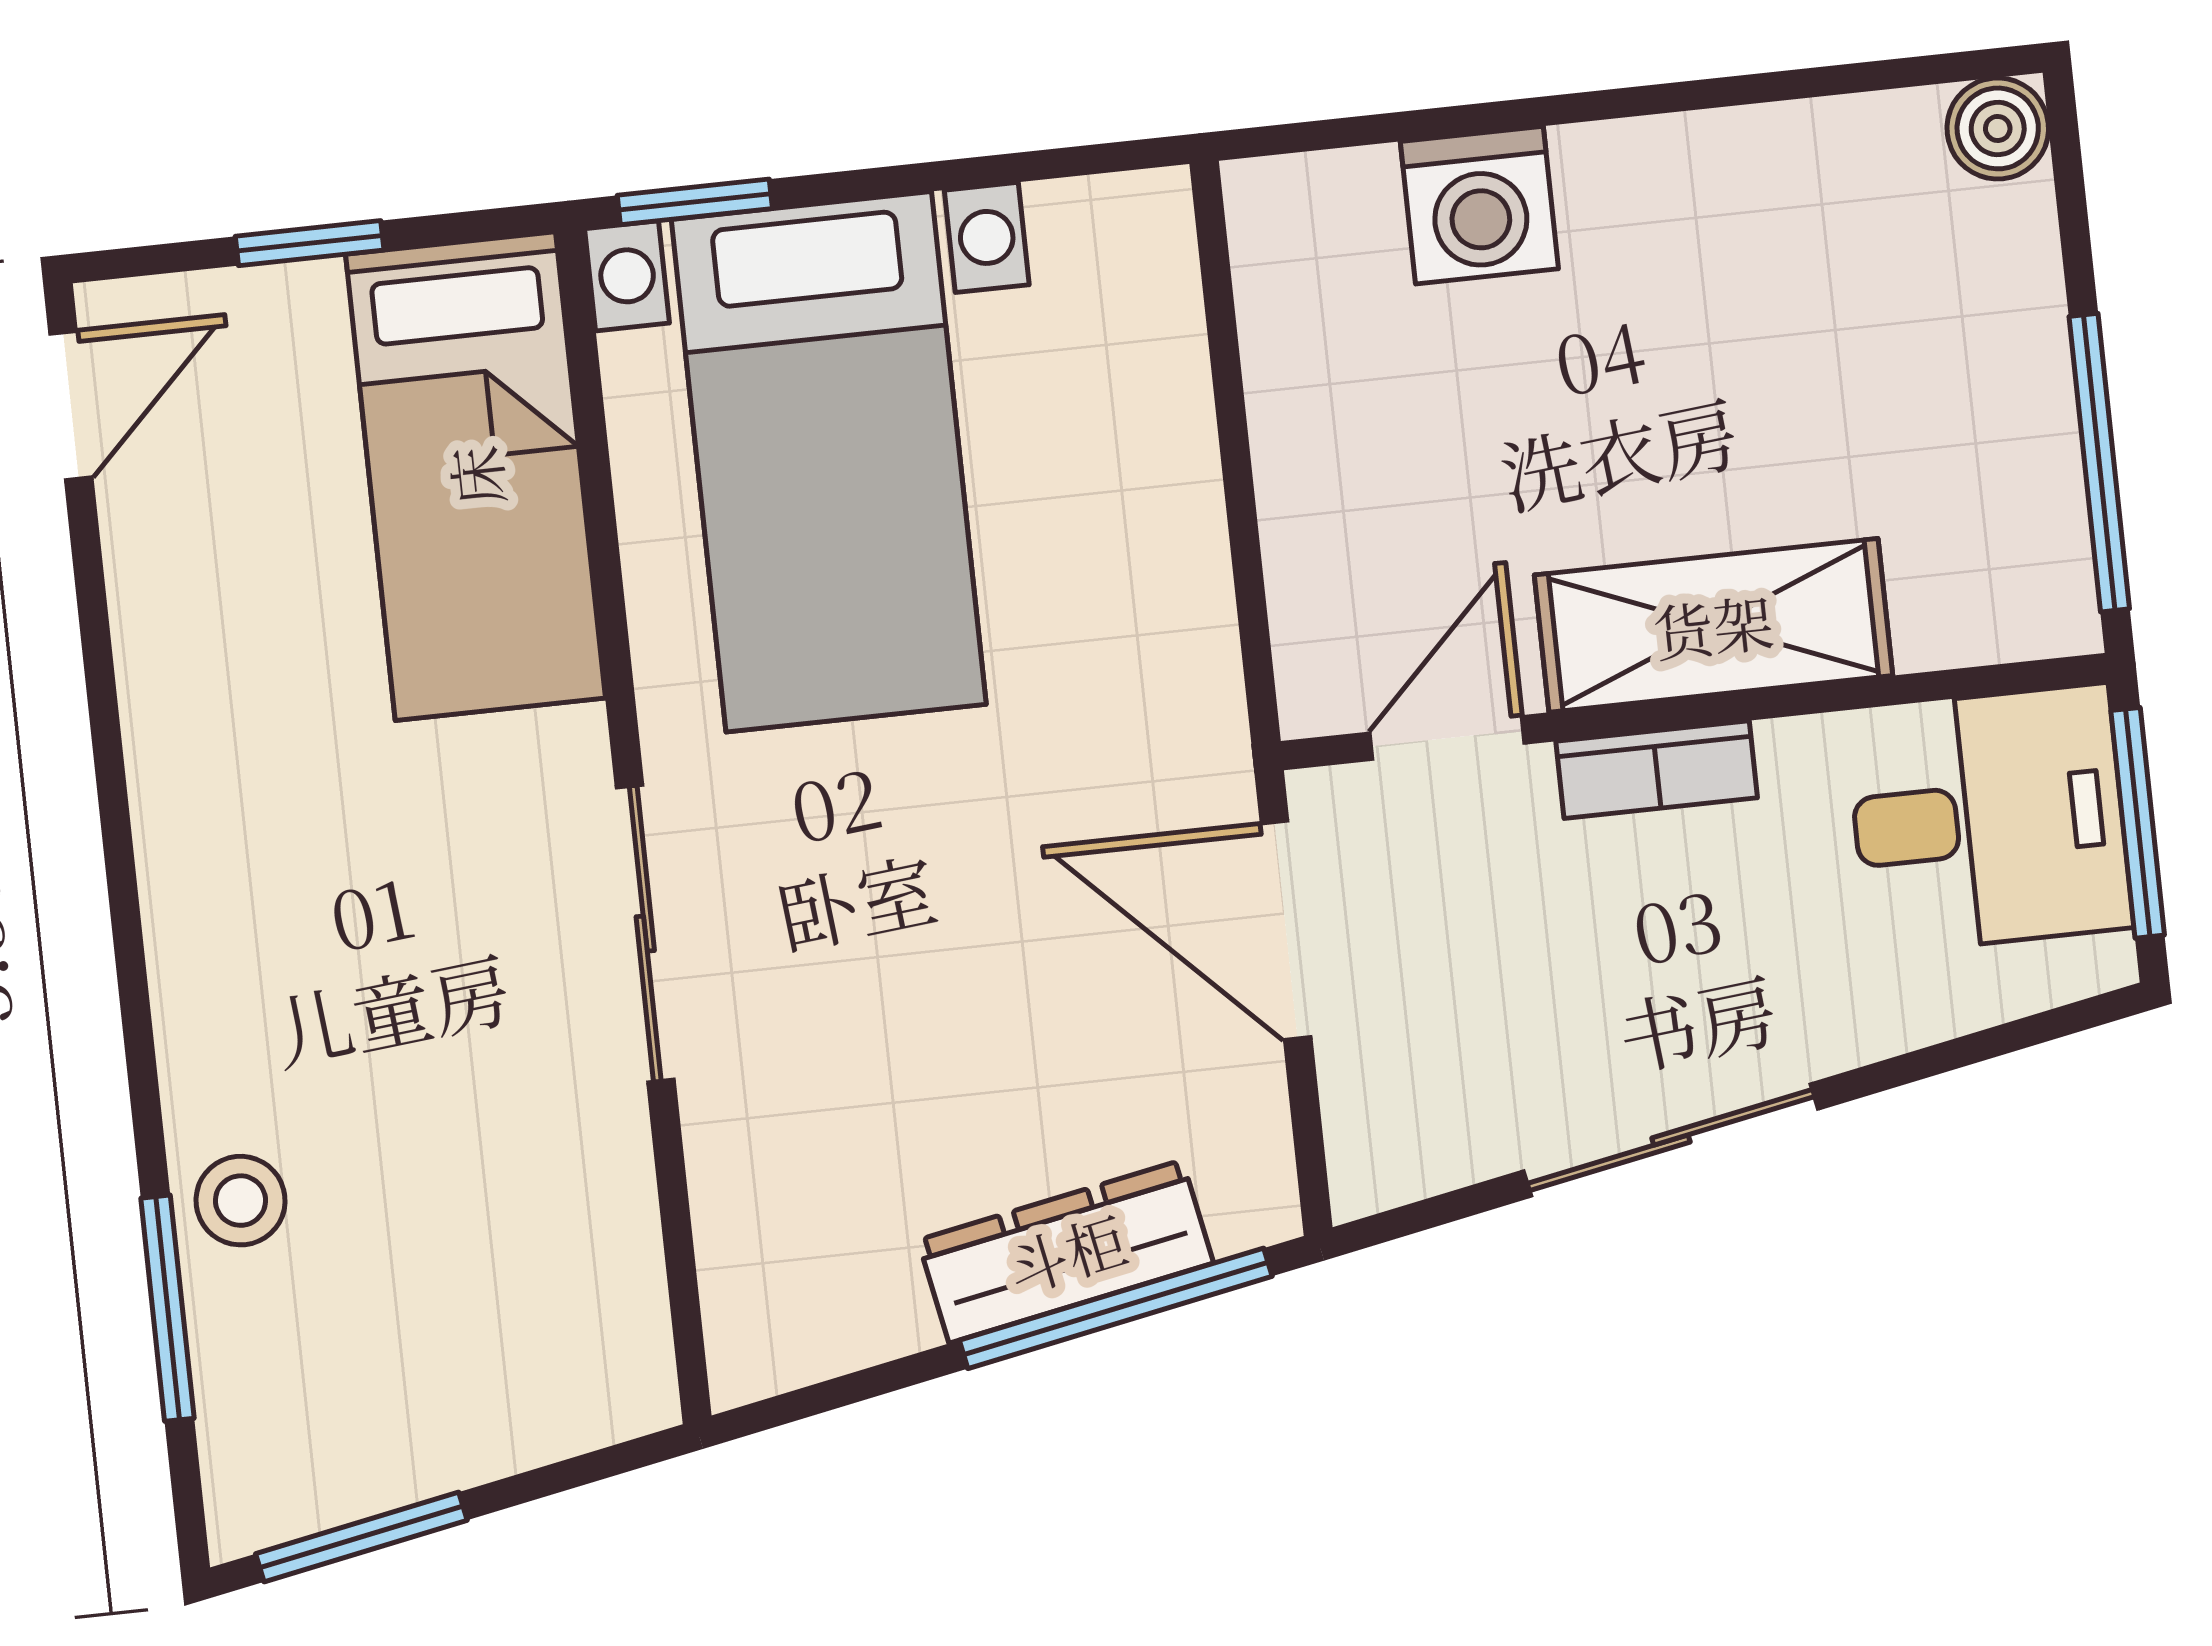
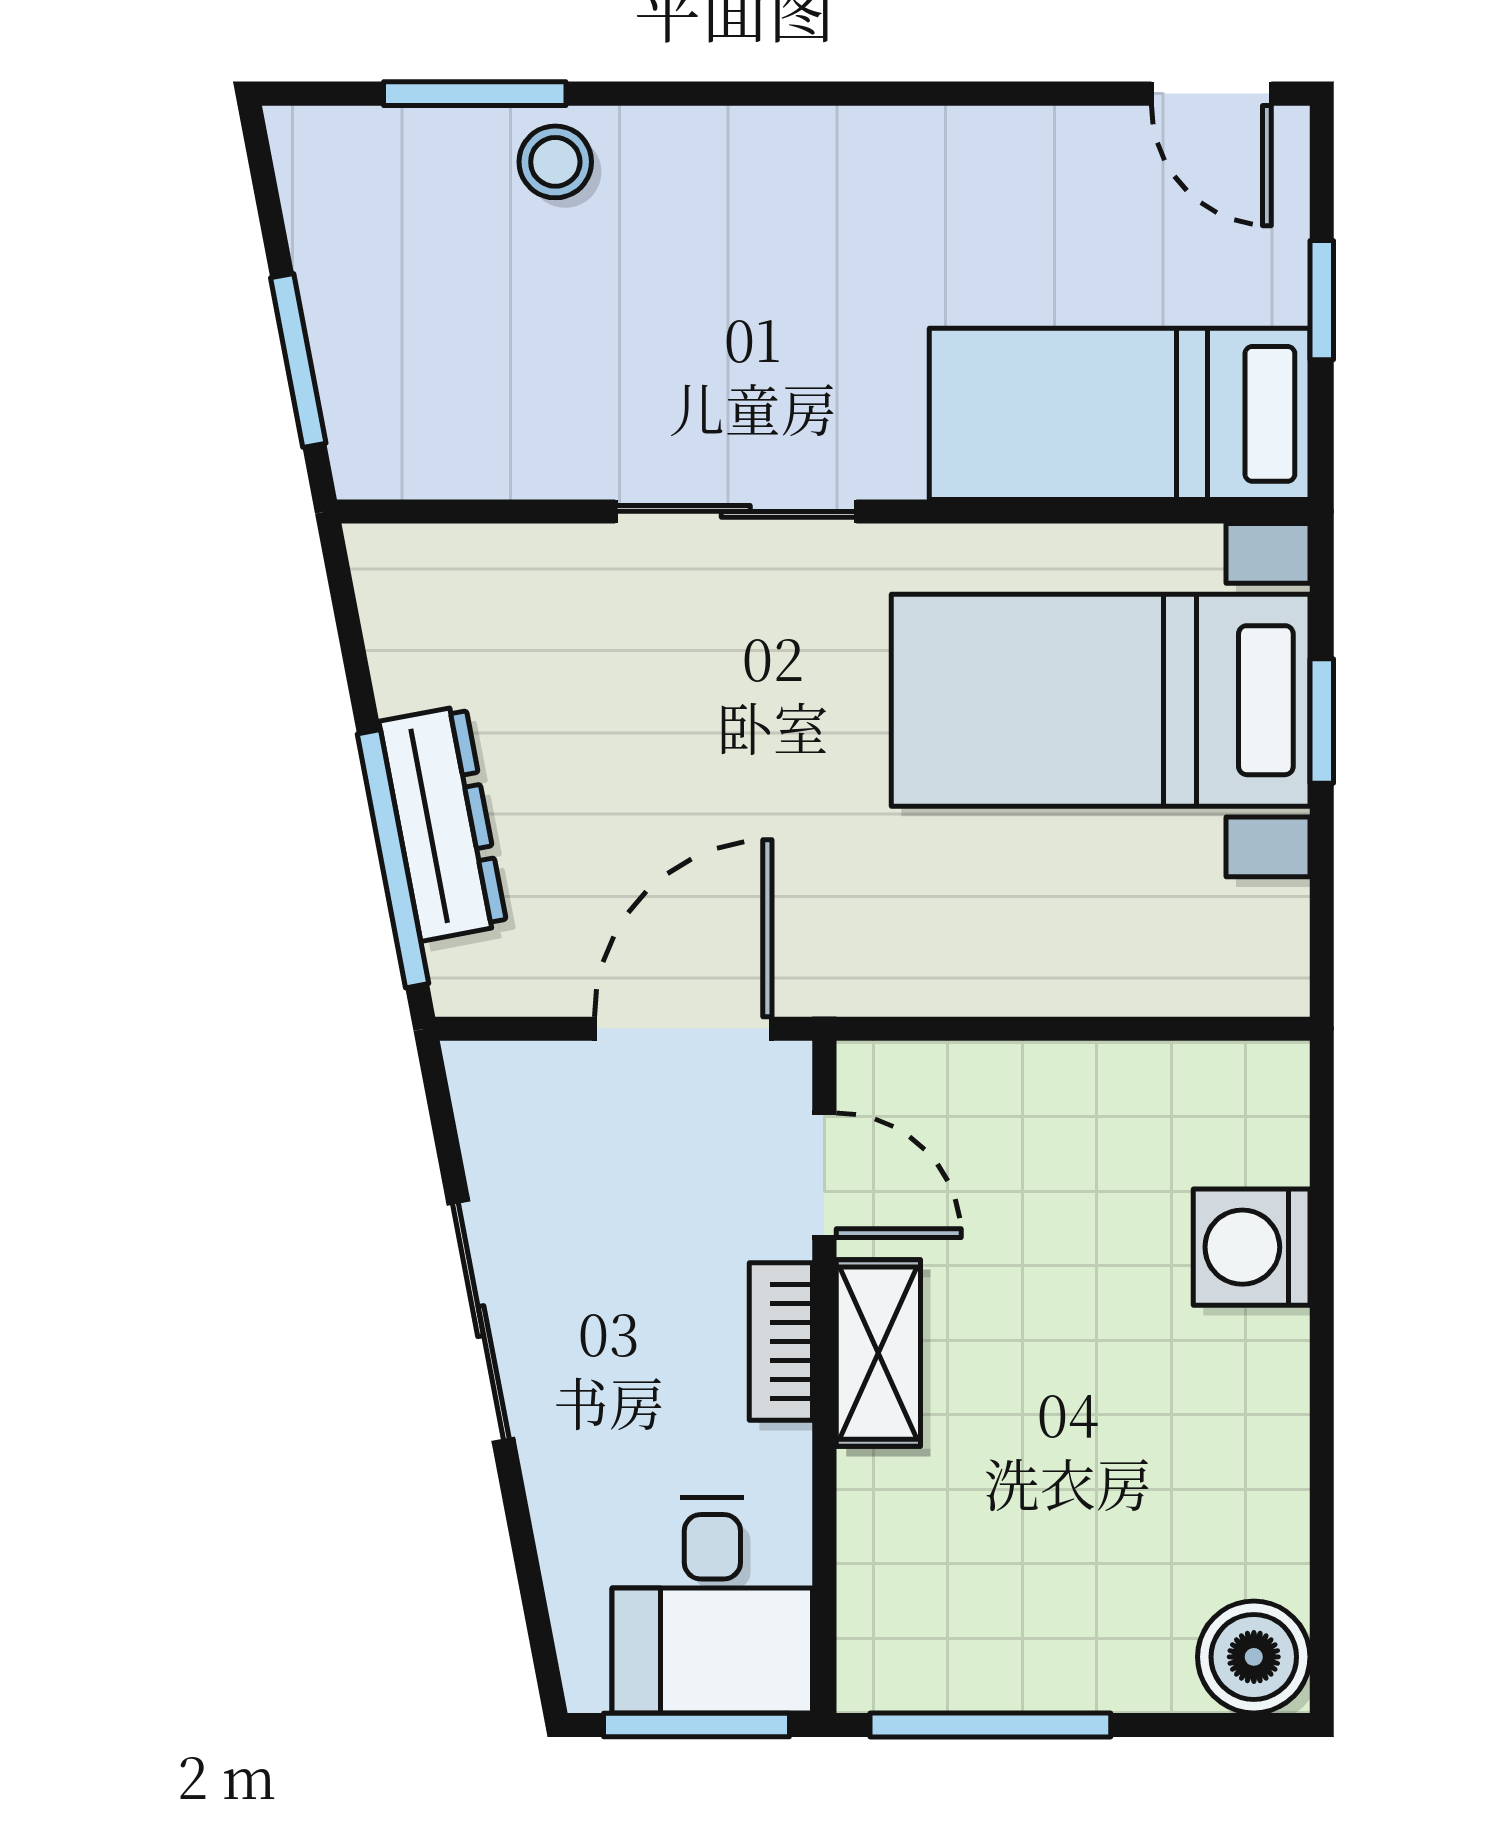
boiler: (1998, 128) -> (1254, 1657), width x1.36, depth x1.36
window: (695, 202) -> (1322, 721), moved
shelving: (1713, 625) -> (878, 1353), width x0.67, depth x0.75
window: (361, 1537) -> (298, 360), moved

